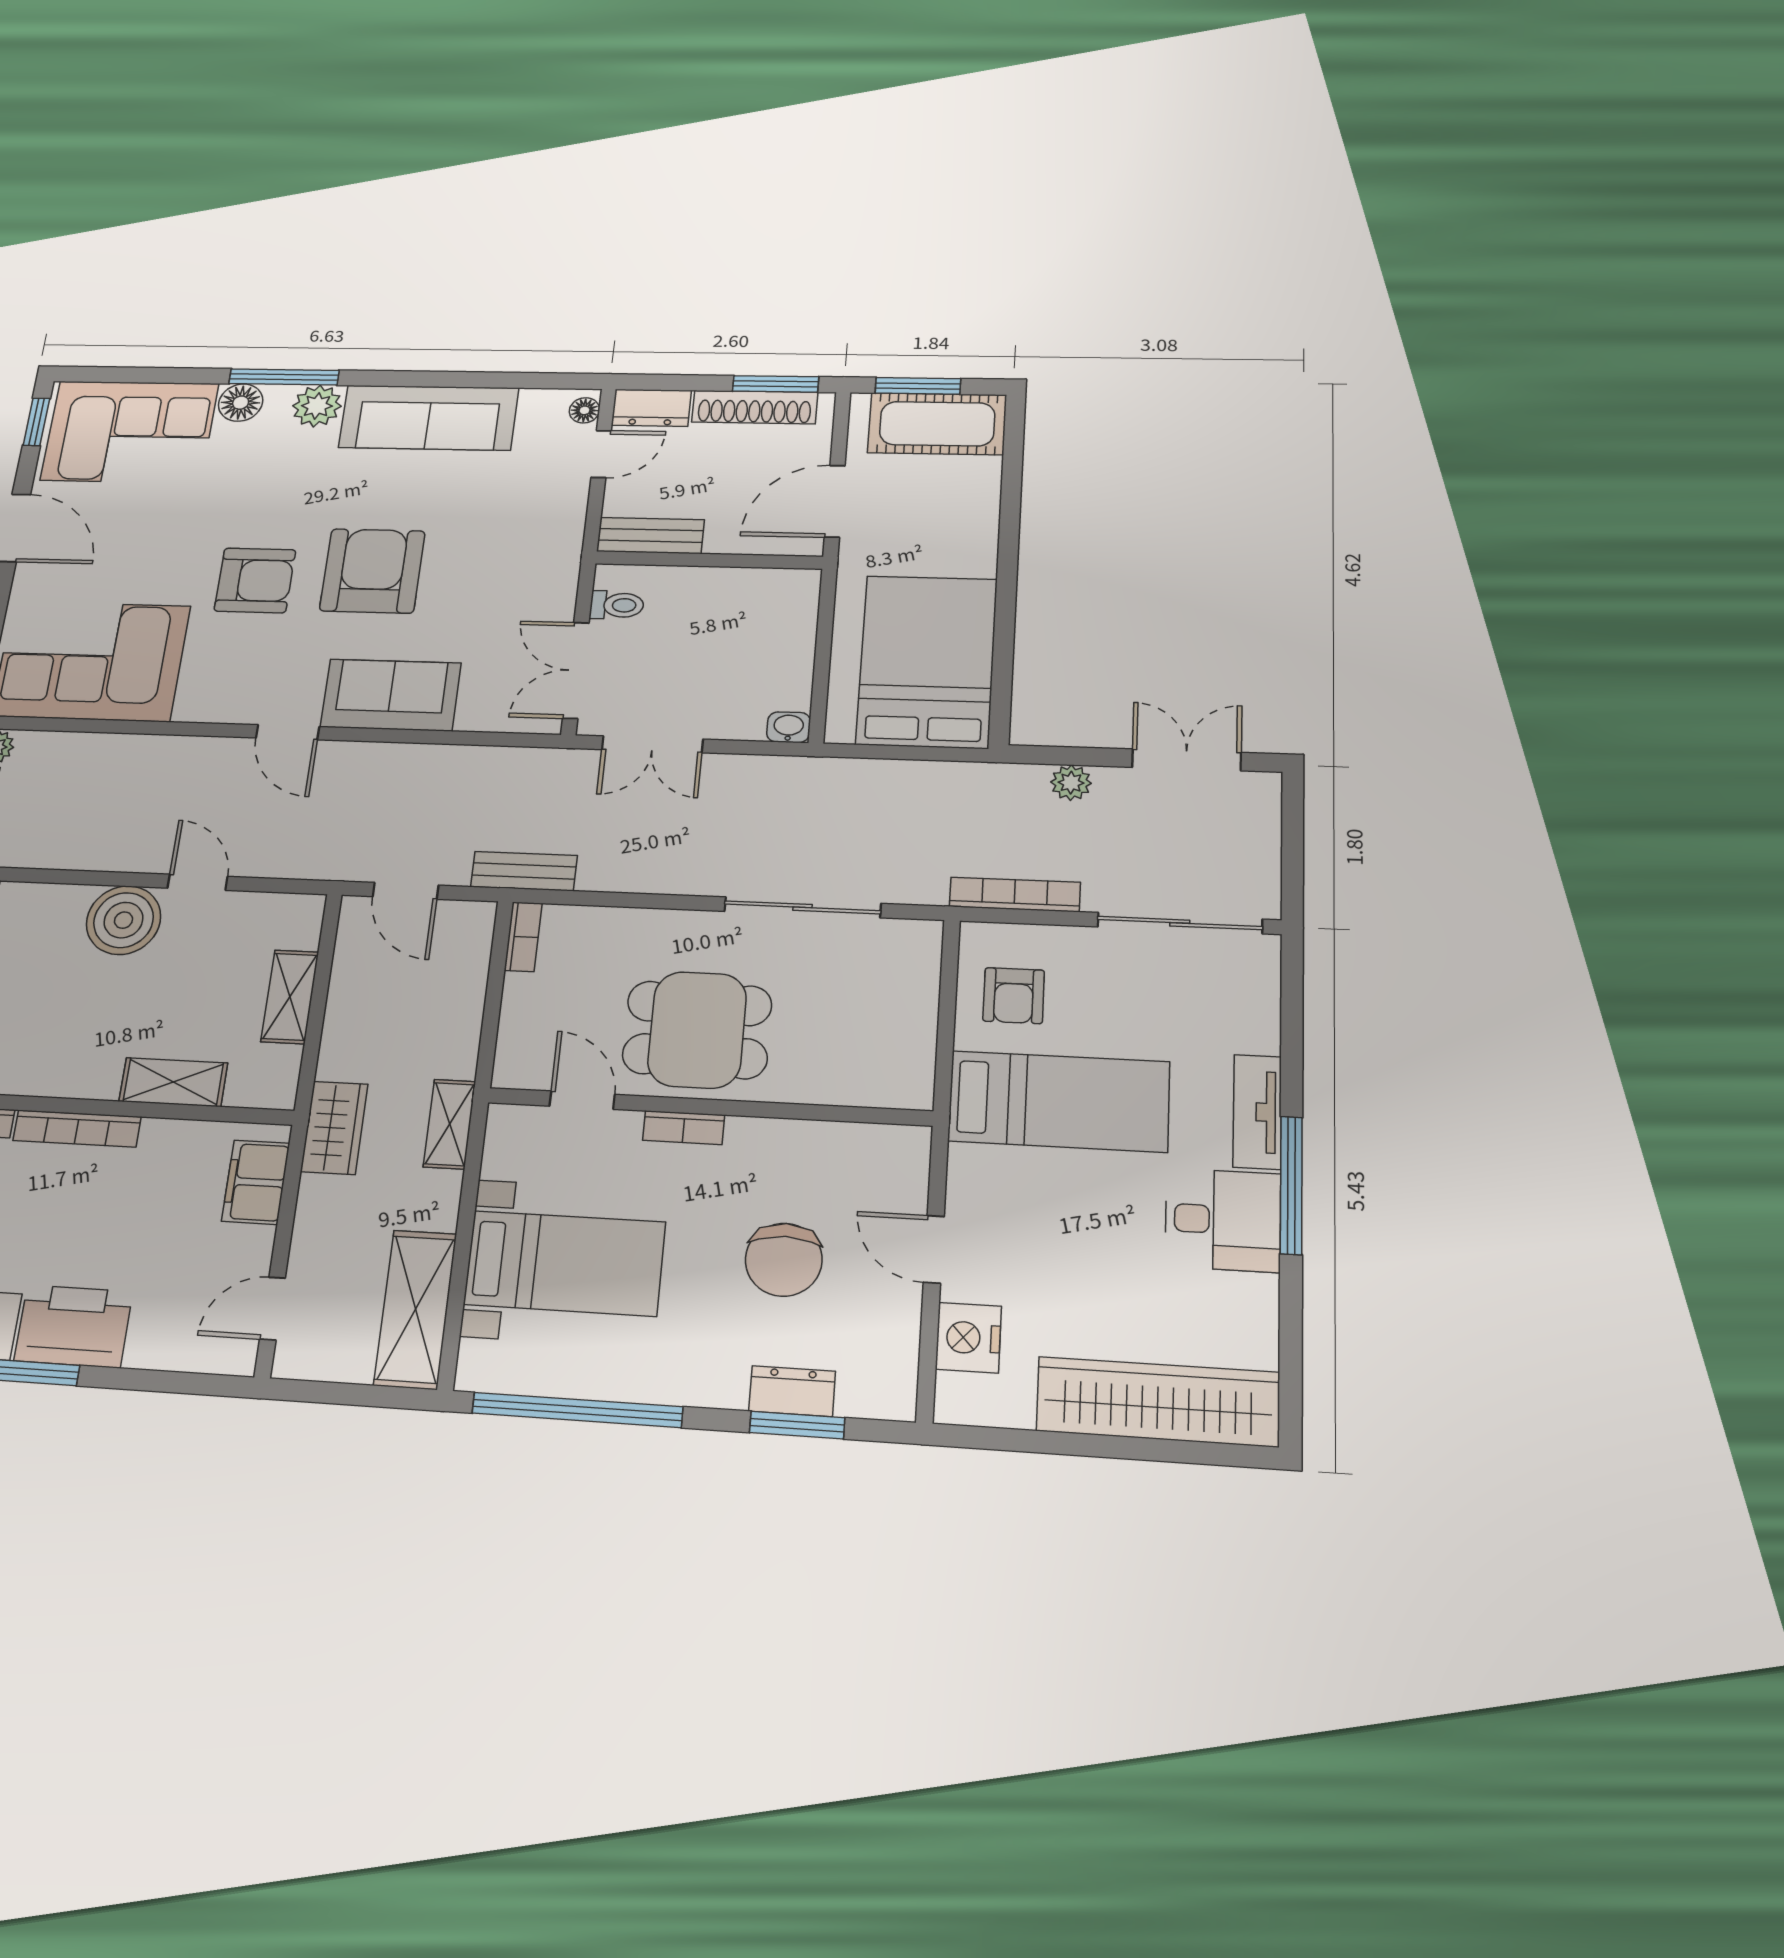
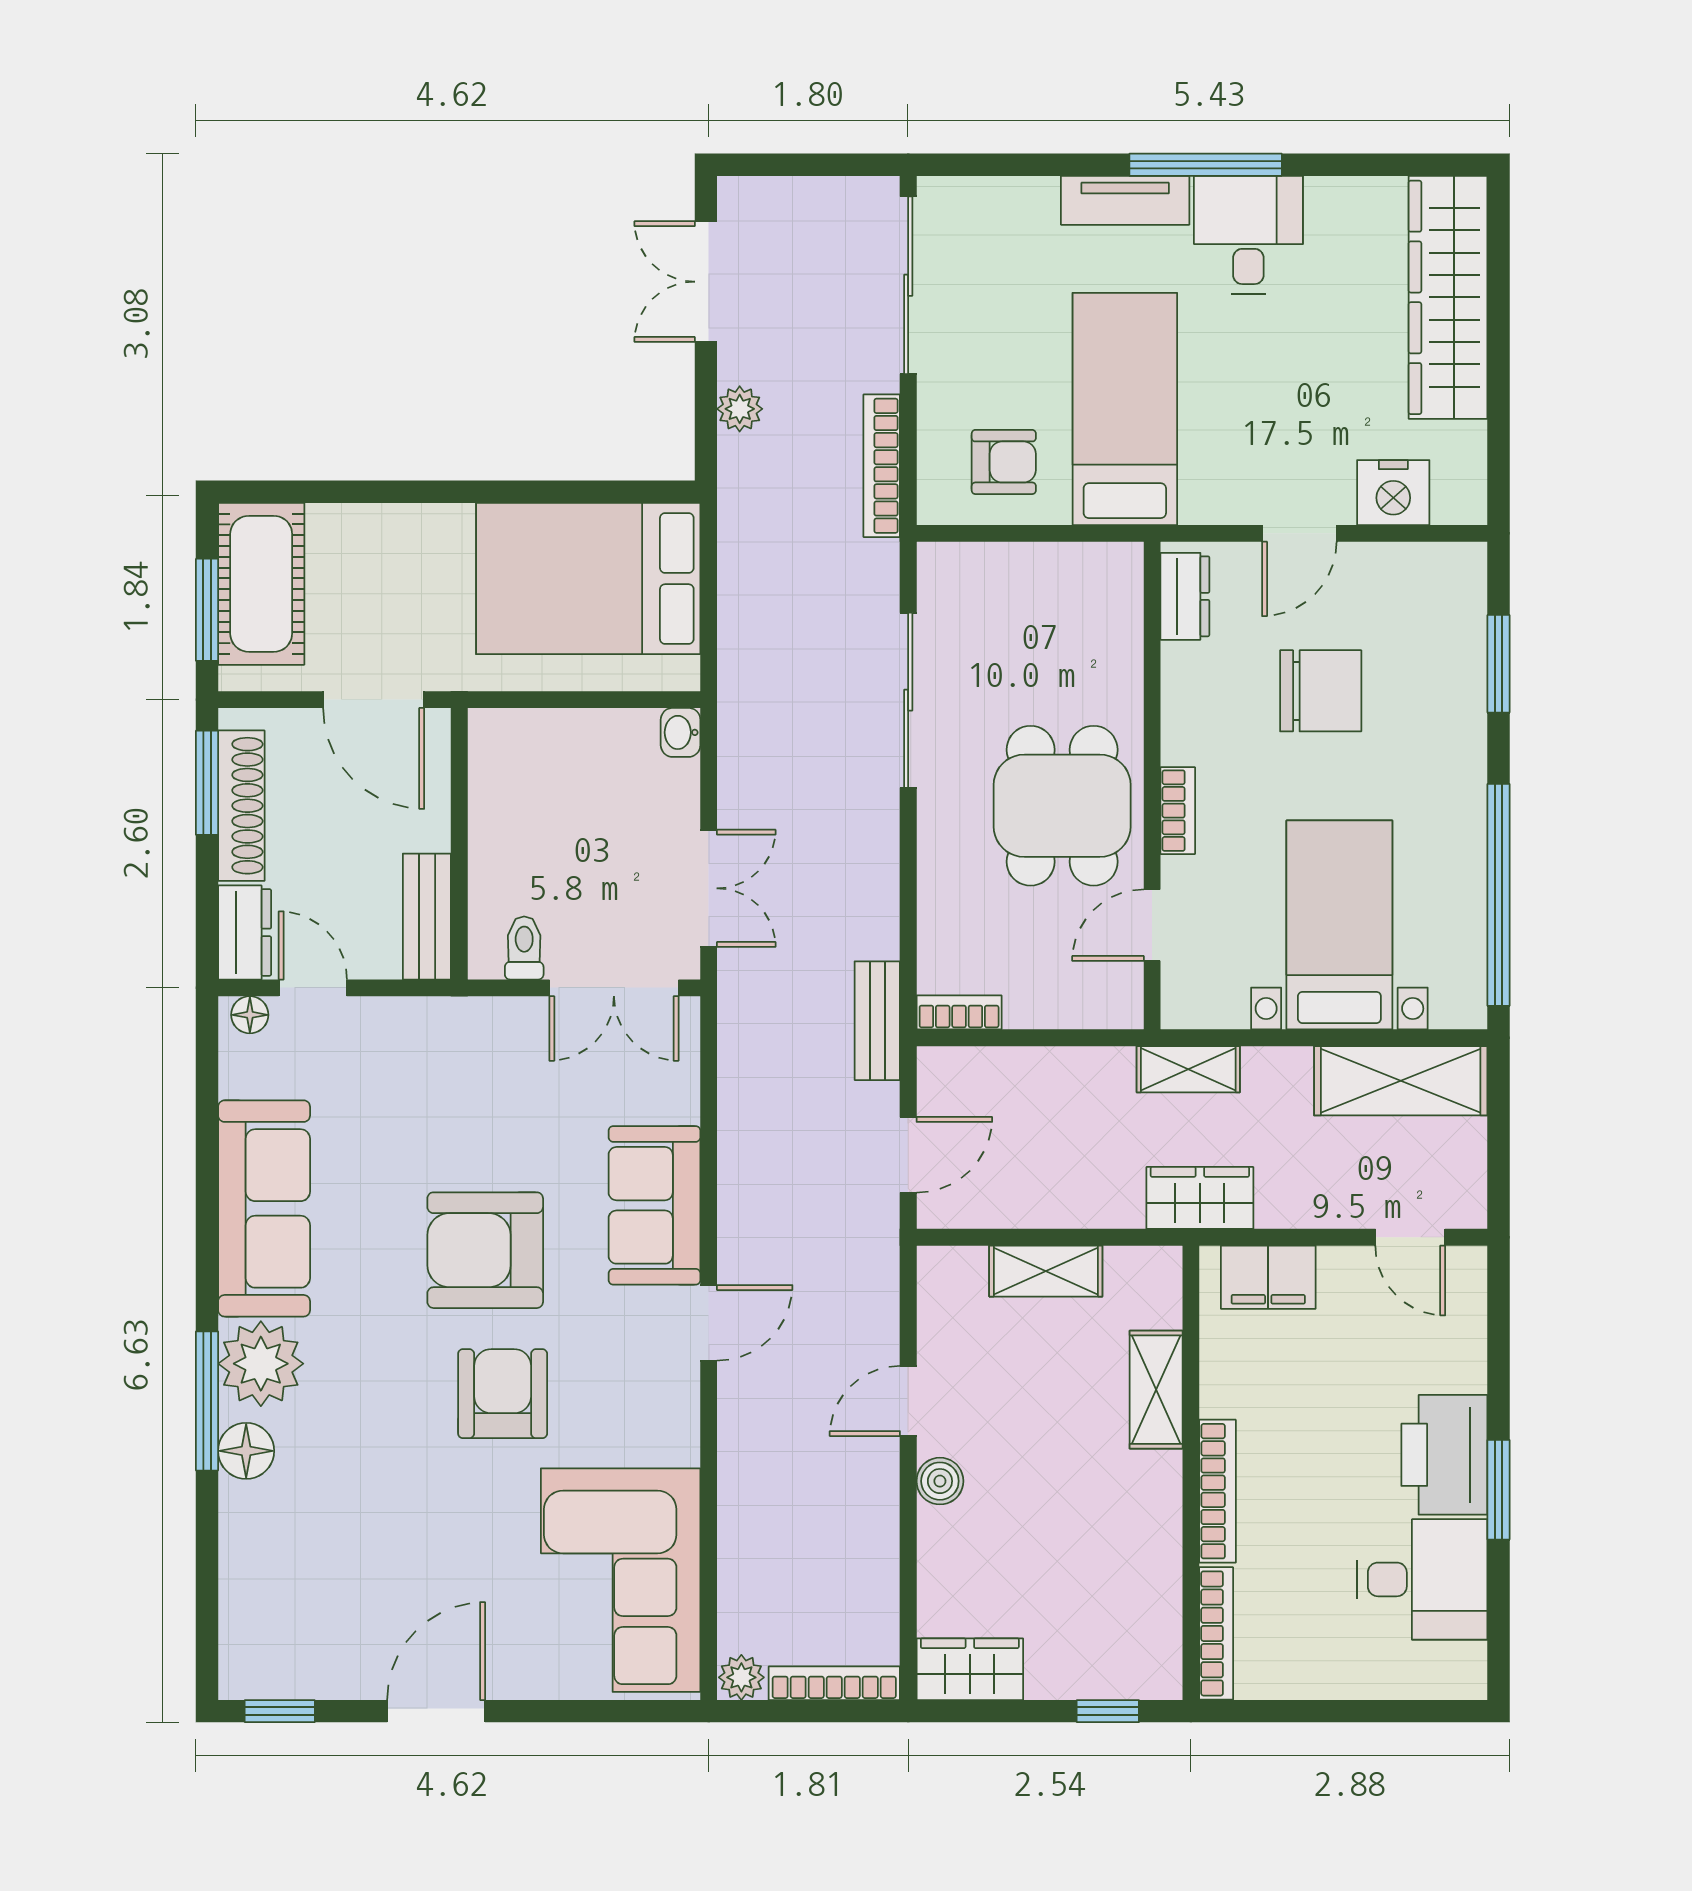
plant: (317, 406) -> (261, 1364), width x1.36, depth x1.36
corner sofa: (130, 432) -> (292, 1587), removed
boiler: (124, 920) -> (940, 1481), width x0.54, depth x0.54
dresser: (792, 1391) -> (1185, 596), moved, turned 180

